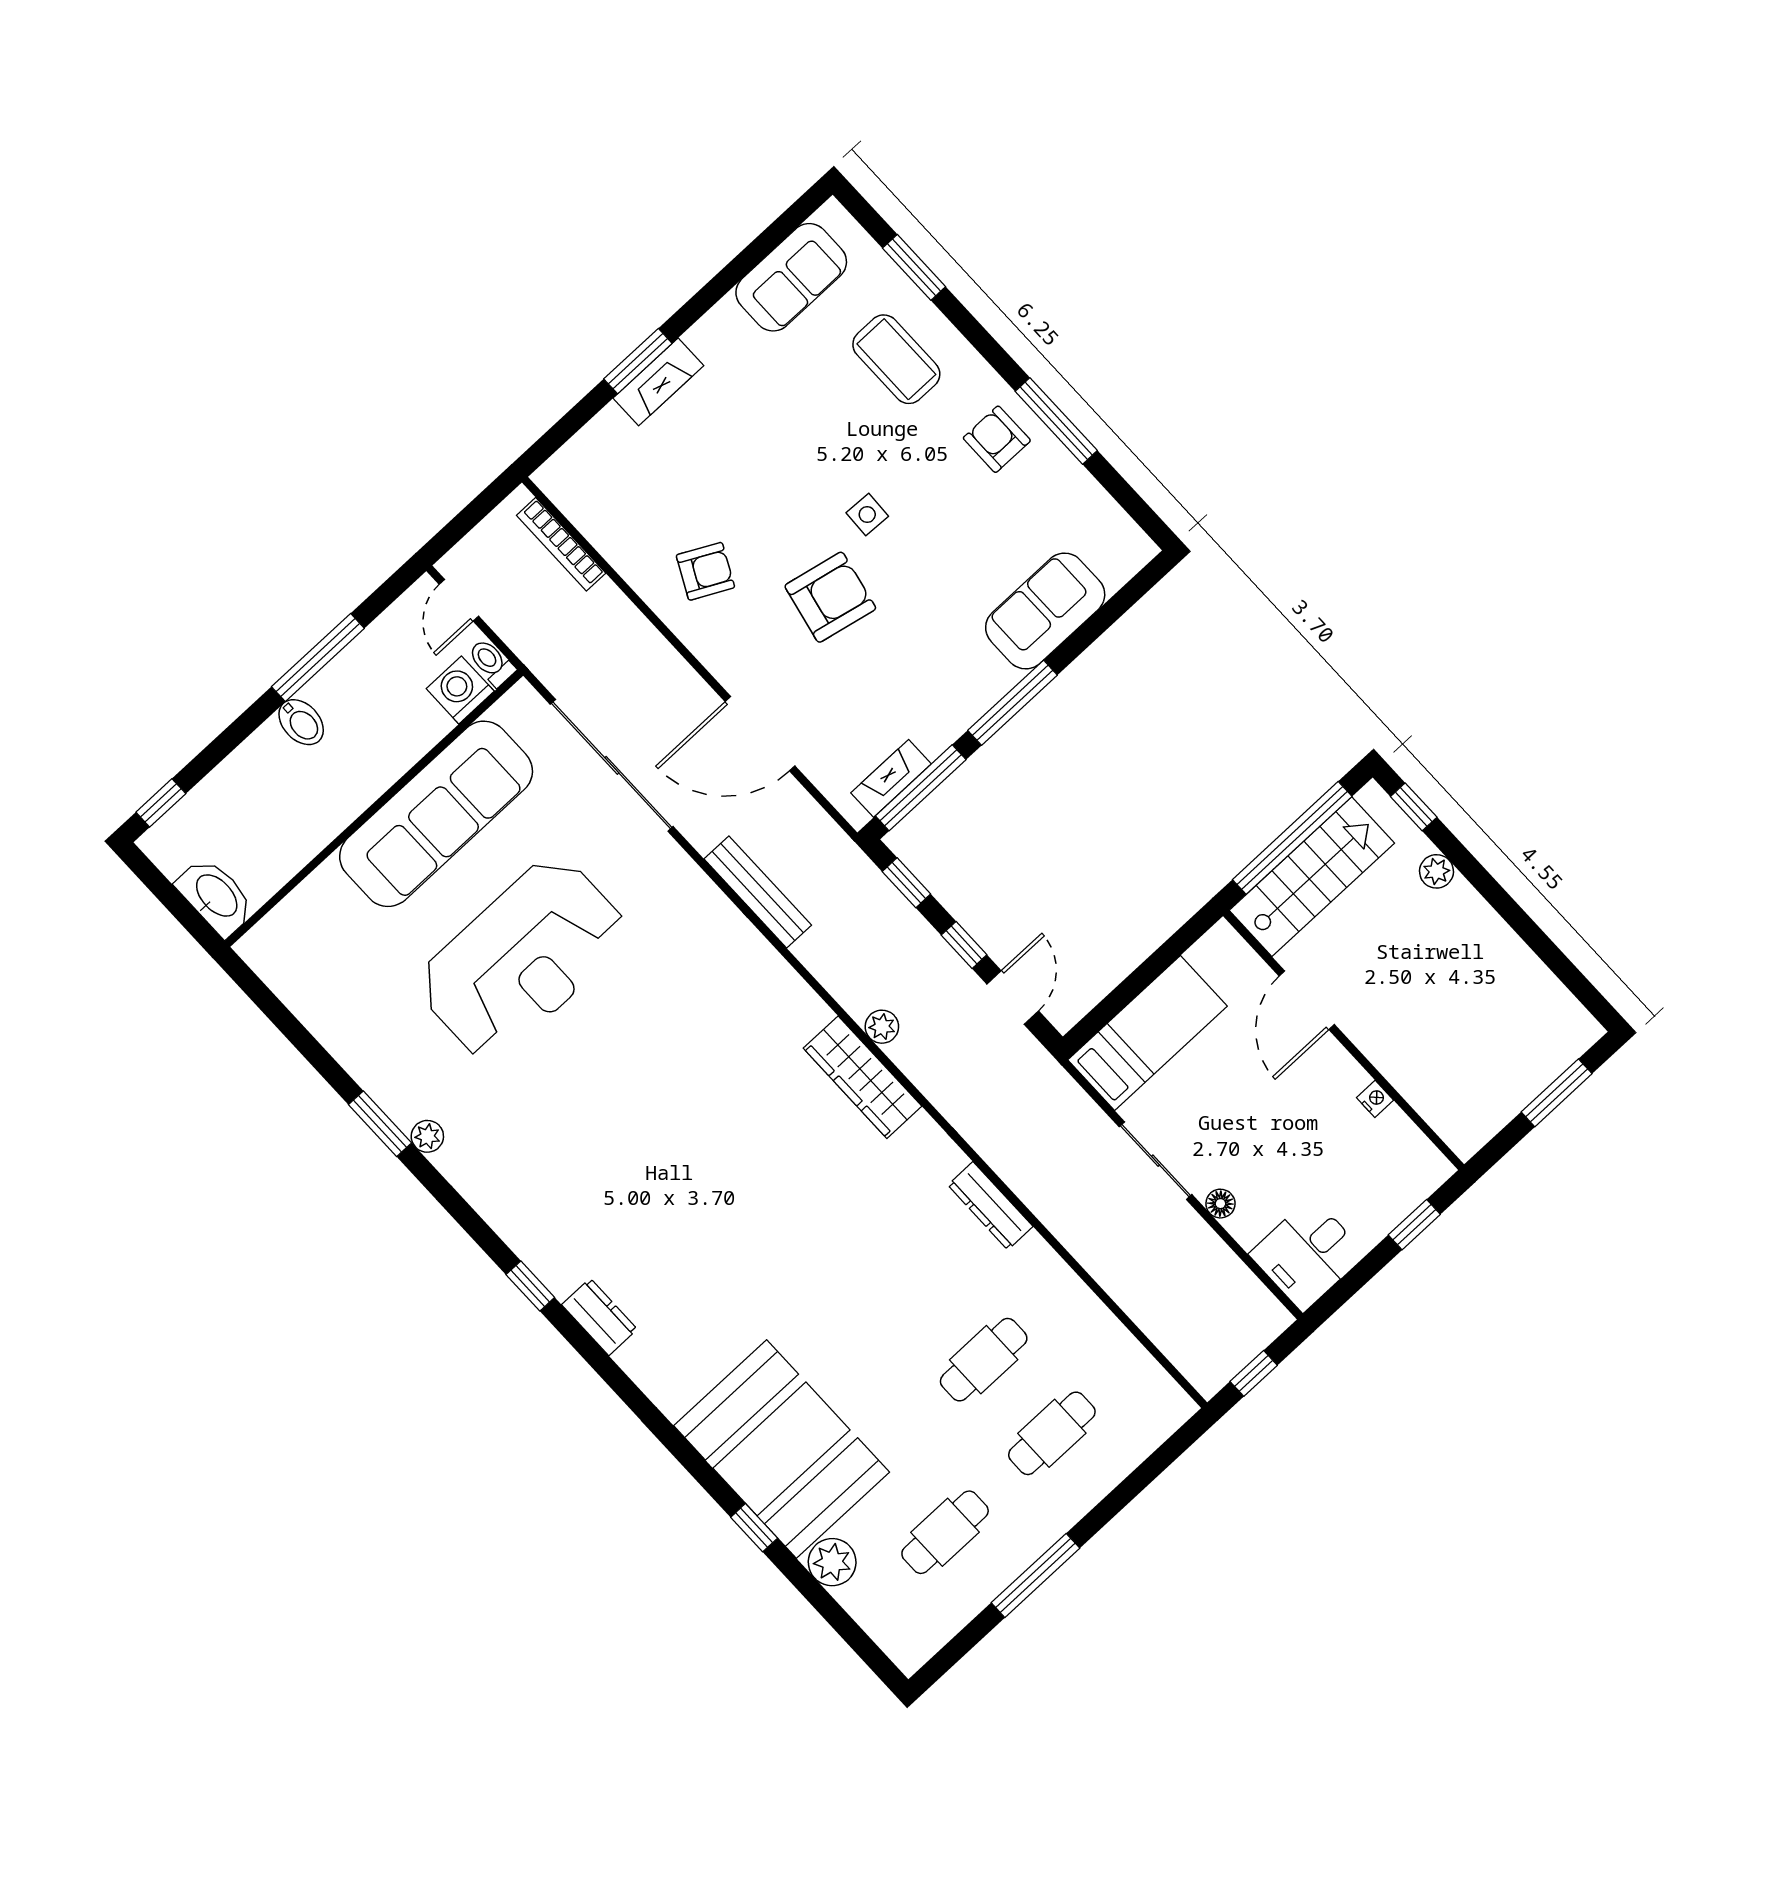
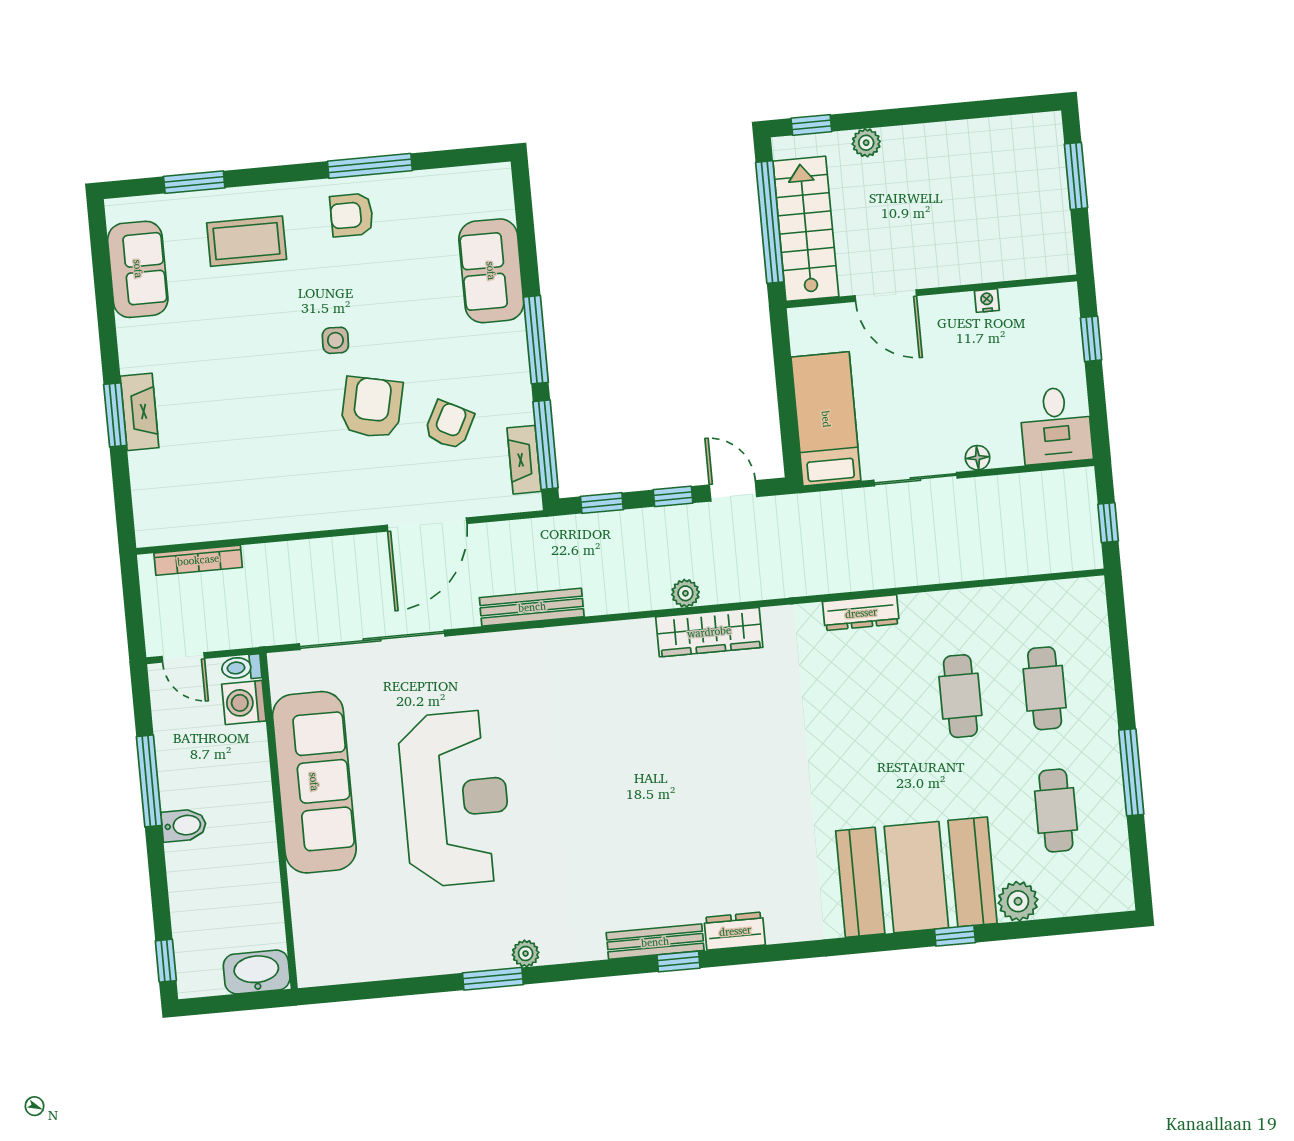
armchair: (705, 571) -> (449, 425), moved
bench: (532, 1250) -> (655, 942), added

